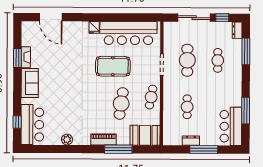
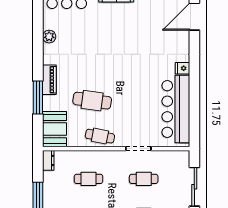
cafe table: (187, 60) -> (144, 179), width x0.73, depth x0.74
pool table: (113, 66) -> (136, 91), removed
dresser: (191, 141) -> (48, 160), moved

